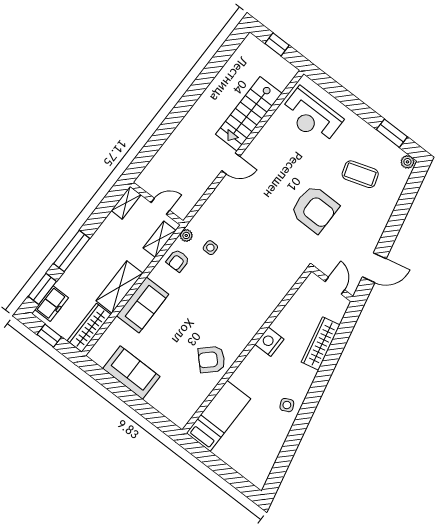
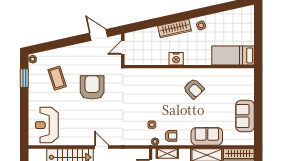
reception desk: (311, 116) -> (47, 125), turned 180
wardrobe: (321, 343) -> (175, 29), moved
armchair: (212, 359) -> (194, 89), moved

